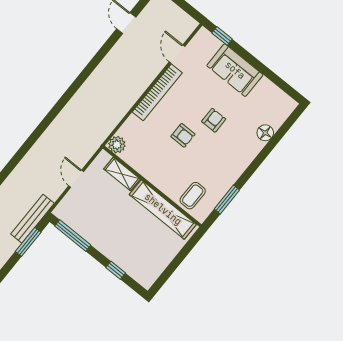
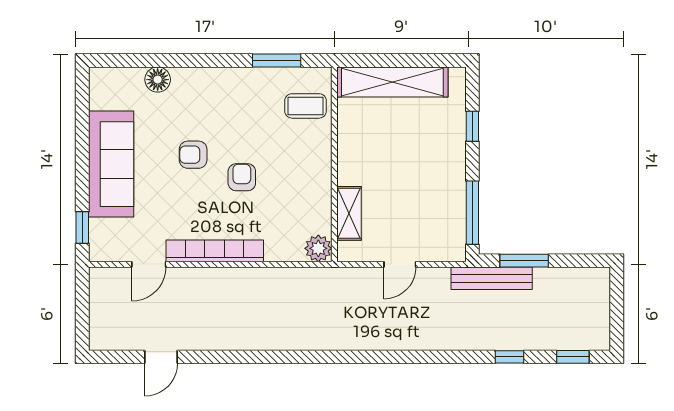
sofa: (235, 70) -> (111, 164), width x1.36
shelving: (163, 209) -> (392, 82), moved, turned 90

